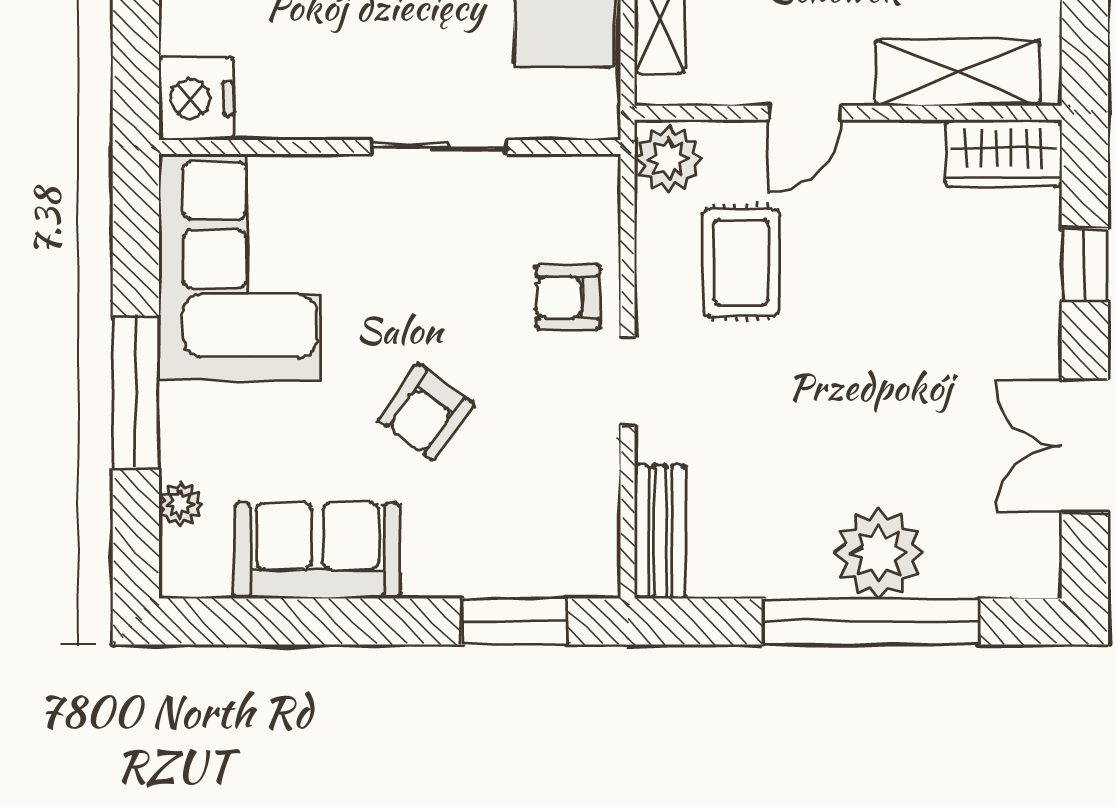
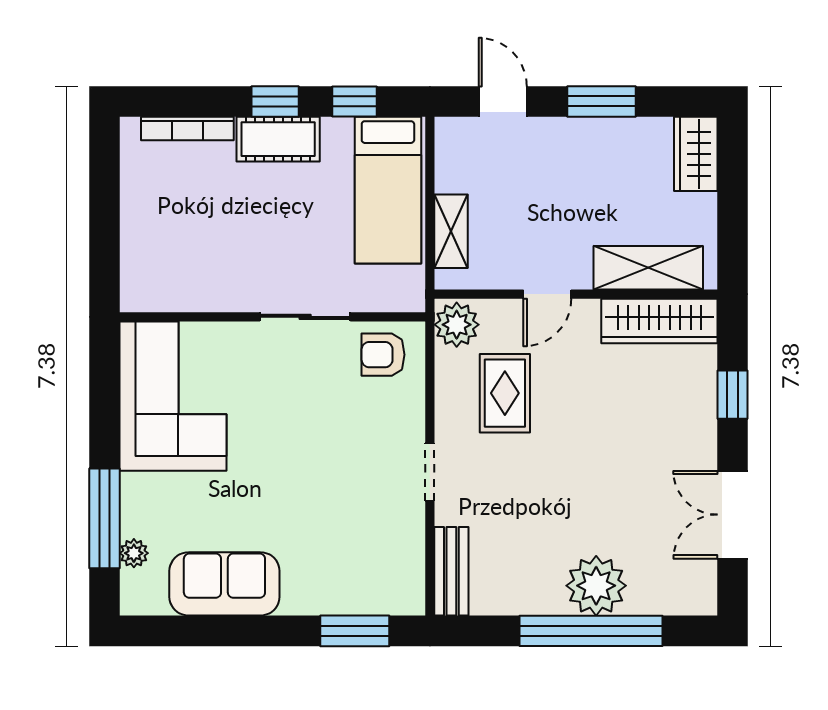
nightstand: (196, 99) -> (144, 285), removed
wardrobe: (1004, 153) -> (659, 321), width x1.50
armchair: (568, 297) -> (383, 355), moved
window: (136, 393) -> (104, 518), moved
armchair: (426, 412) -> (296, 492), removed

